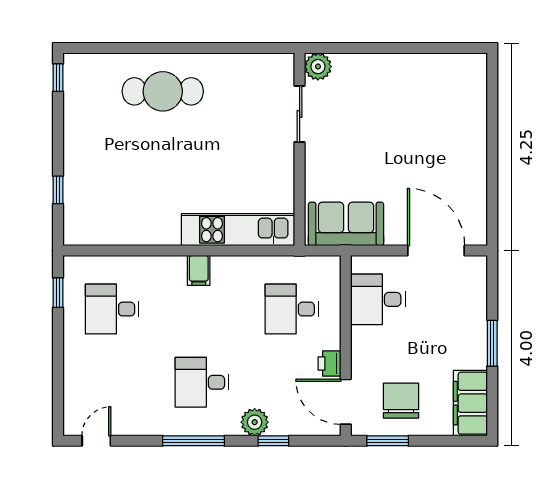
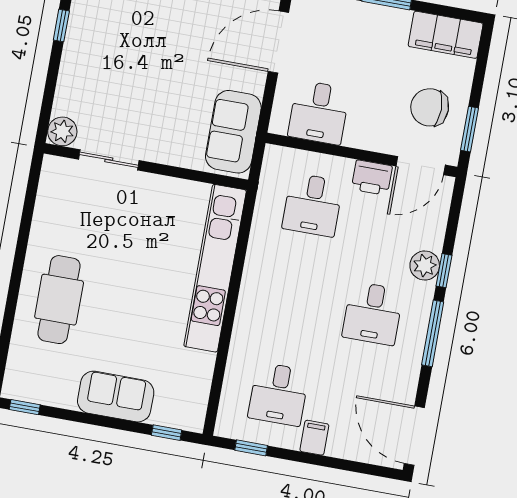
window: (415, 48) -> (61, 25), added
sofa: (83, 159) -> (116, 397), added
window: (58, 190) -> (167, 433), moved
kitchen unit: (238, 230) -> (215, 268), width x1.36
filing cabinet: (199, 270) -> (314, 438), moved, turned -90
printer: (330, 364) -> (372, 178), width x1.36, depth x1.24
door: (96, 441) -> (414, 436), width x1.87
window: (273, 441) -> (444, 271), moved

